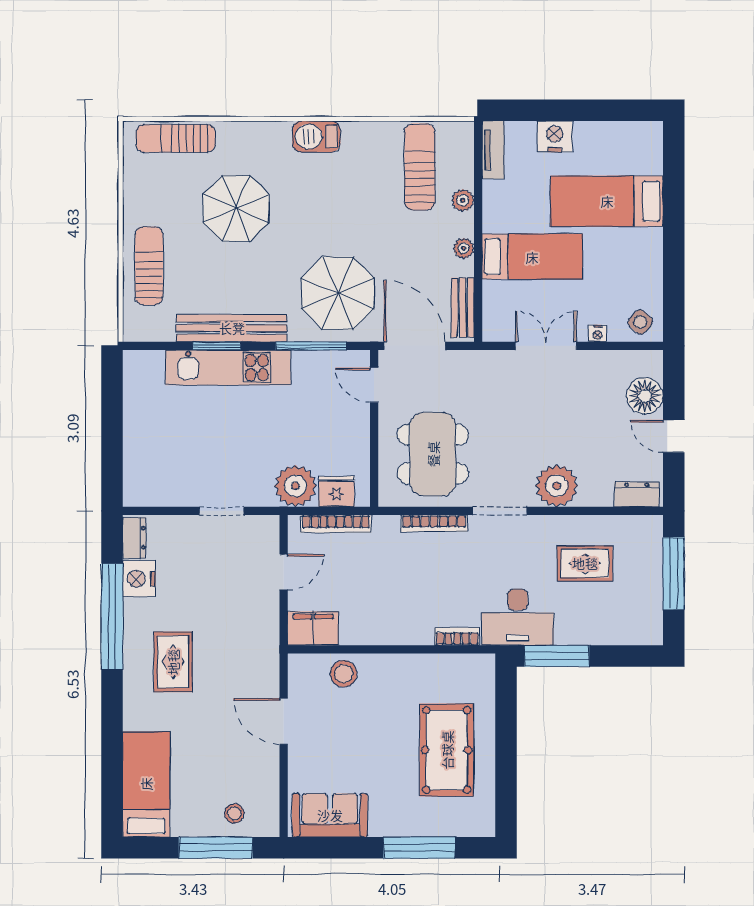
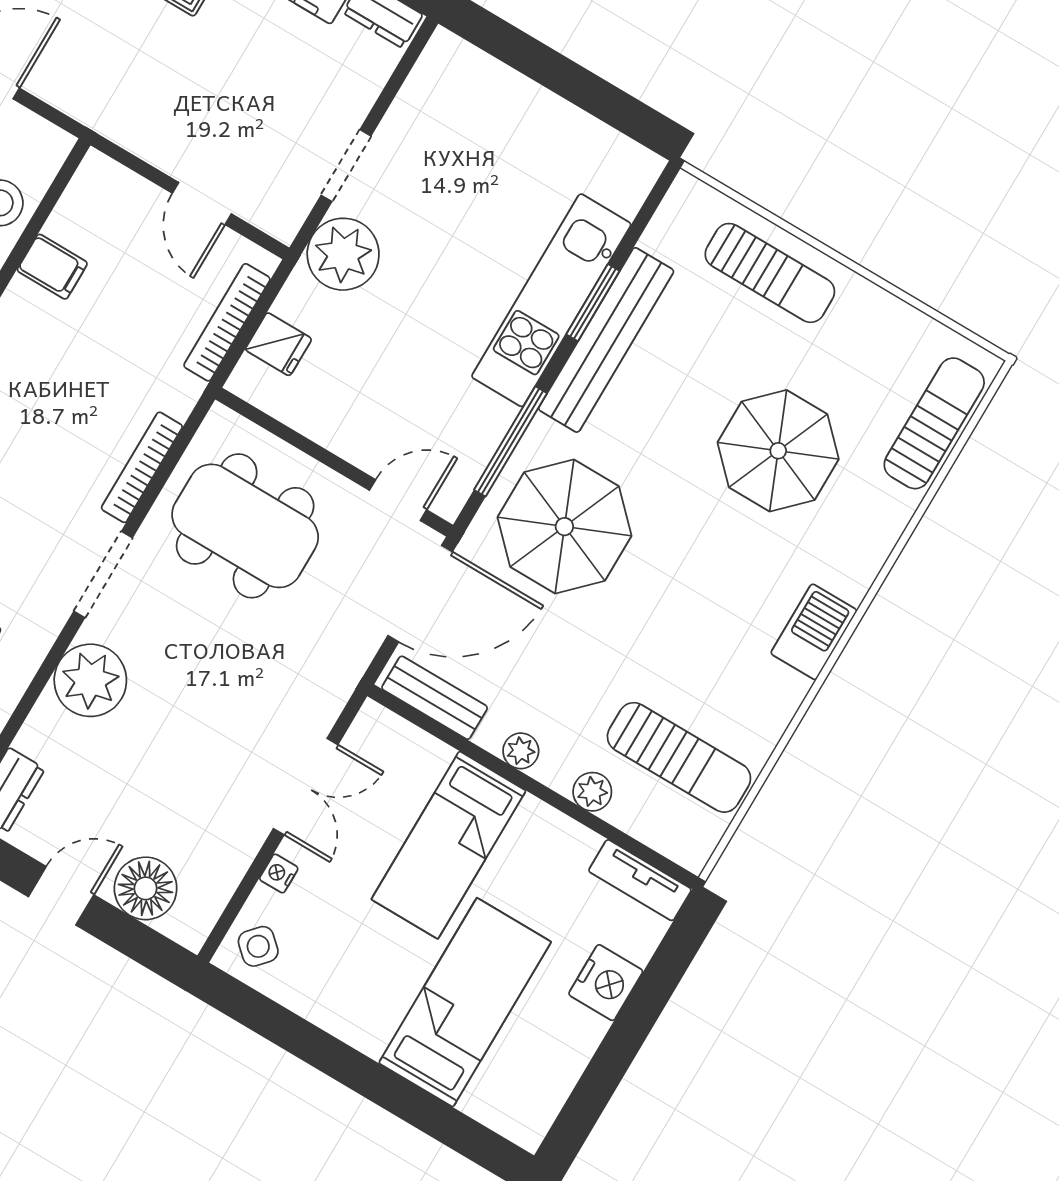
plant: (295, 486) -> (343, 254), moved
fridge: (336, 492) -> (278, 344), width x0.72
filing cabinet: (313, 628) -> (52, 267), moved, width x0.50

